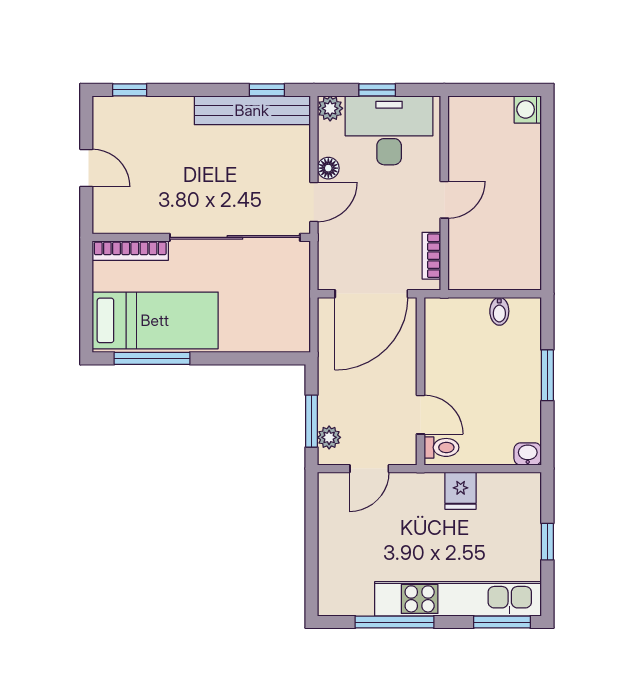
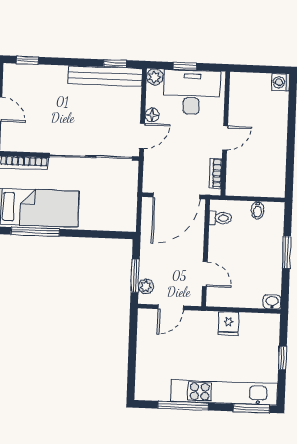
toilet: (441, 447) -> (220, 218), moved

